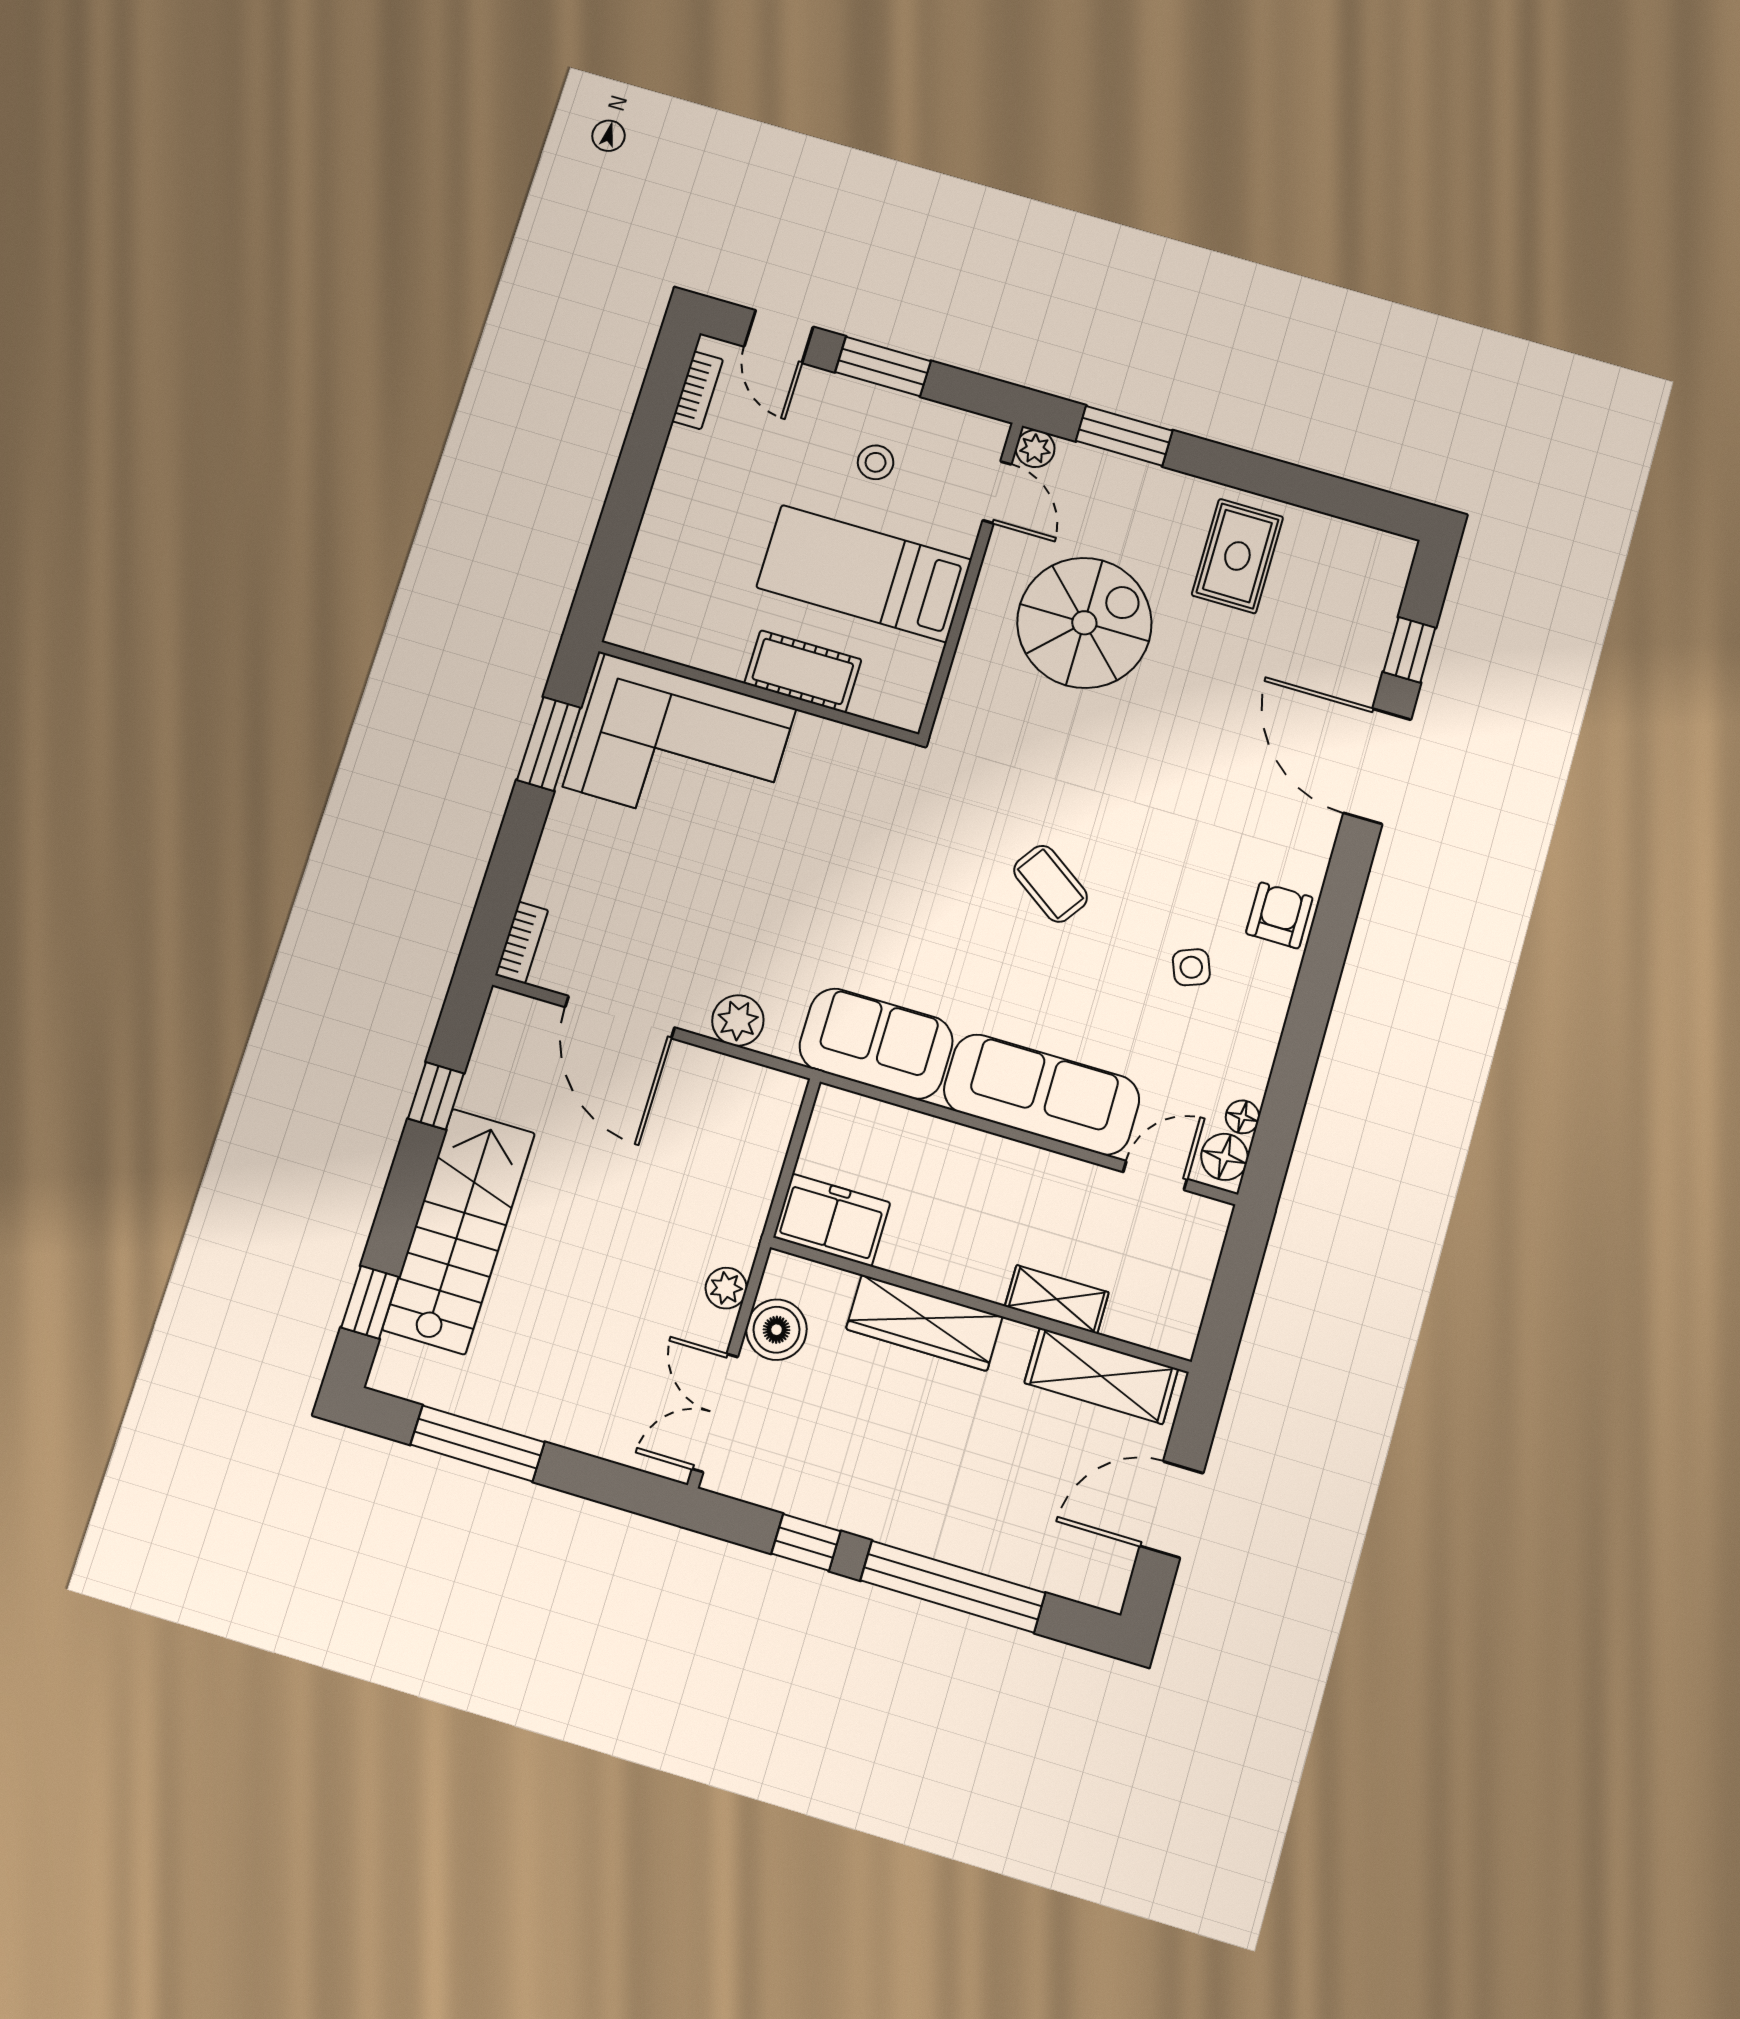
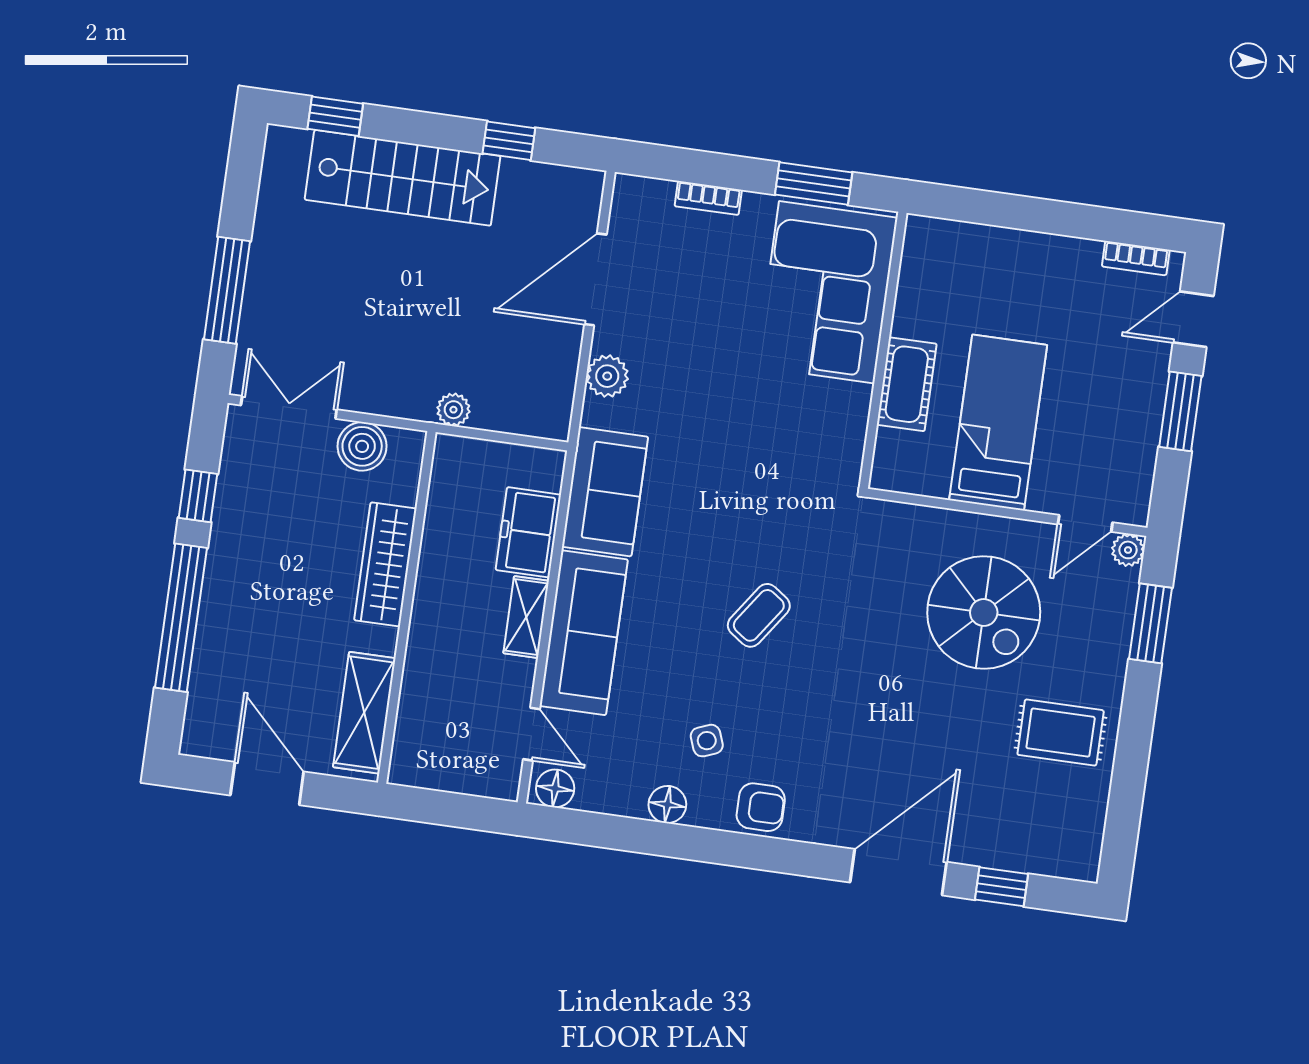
stool: (876, 462) -> (1096, 418), removed
bookcase: (522, 943) -> (708, 198), moved
floor lamp: (1242, 1117) -> (667, 805), moved, width x1.37, depth x1.37
freezer: (832, 1220) -> (528, 532), moved, turned 180
plant: (726, 1288) -> (453, 410), moved
shelving: (1057, 1299) -> (526, 617), moved
window: (477, 1443) -> (227, 290), moved

